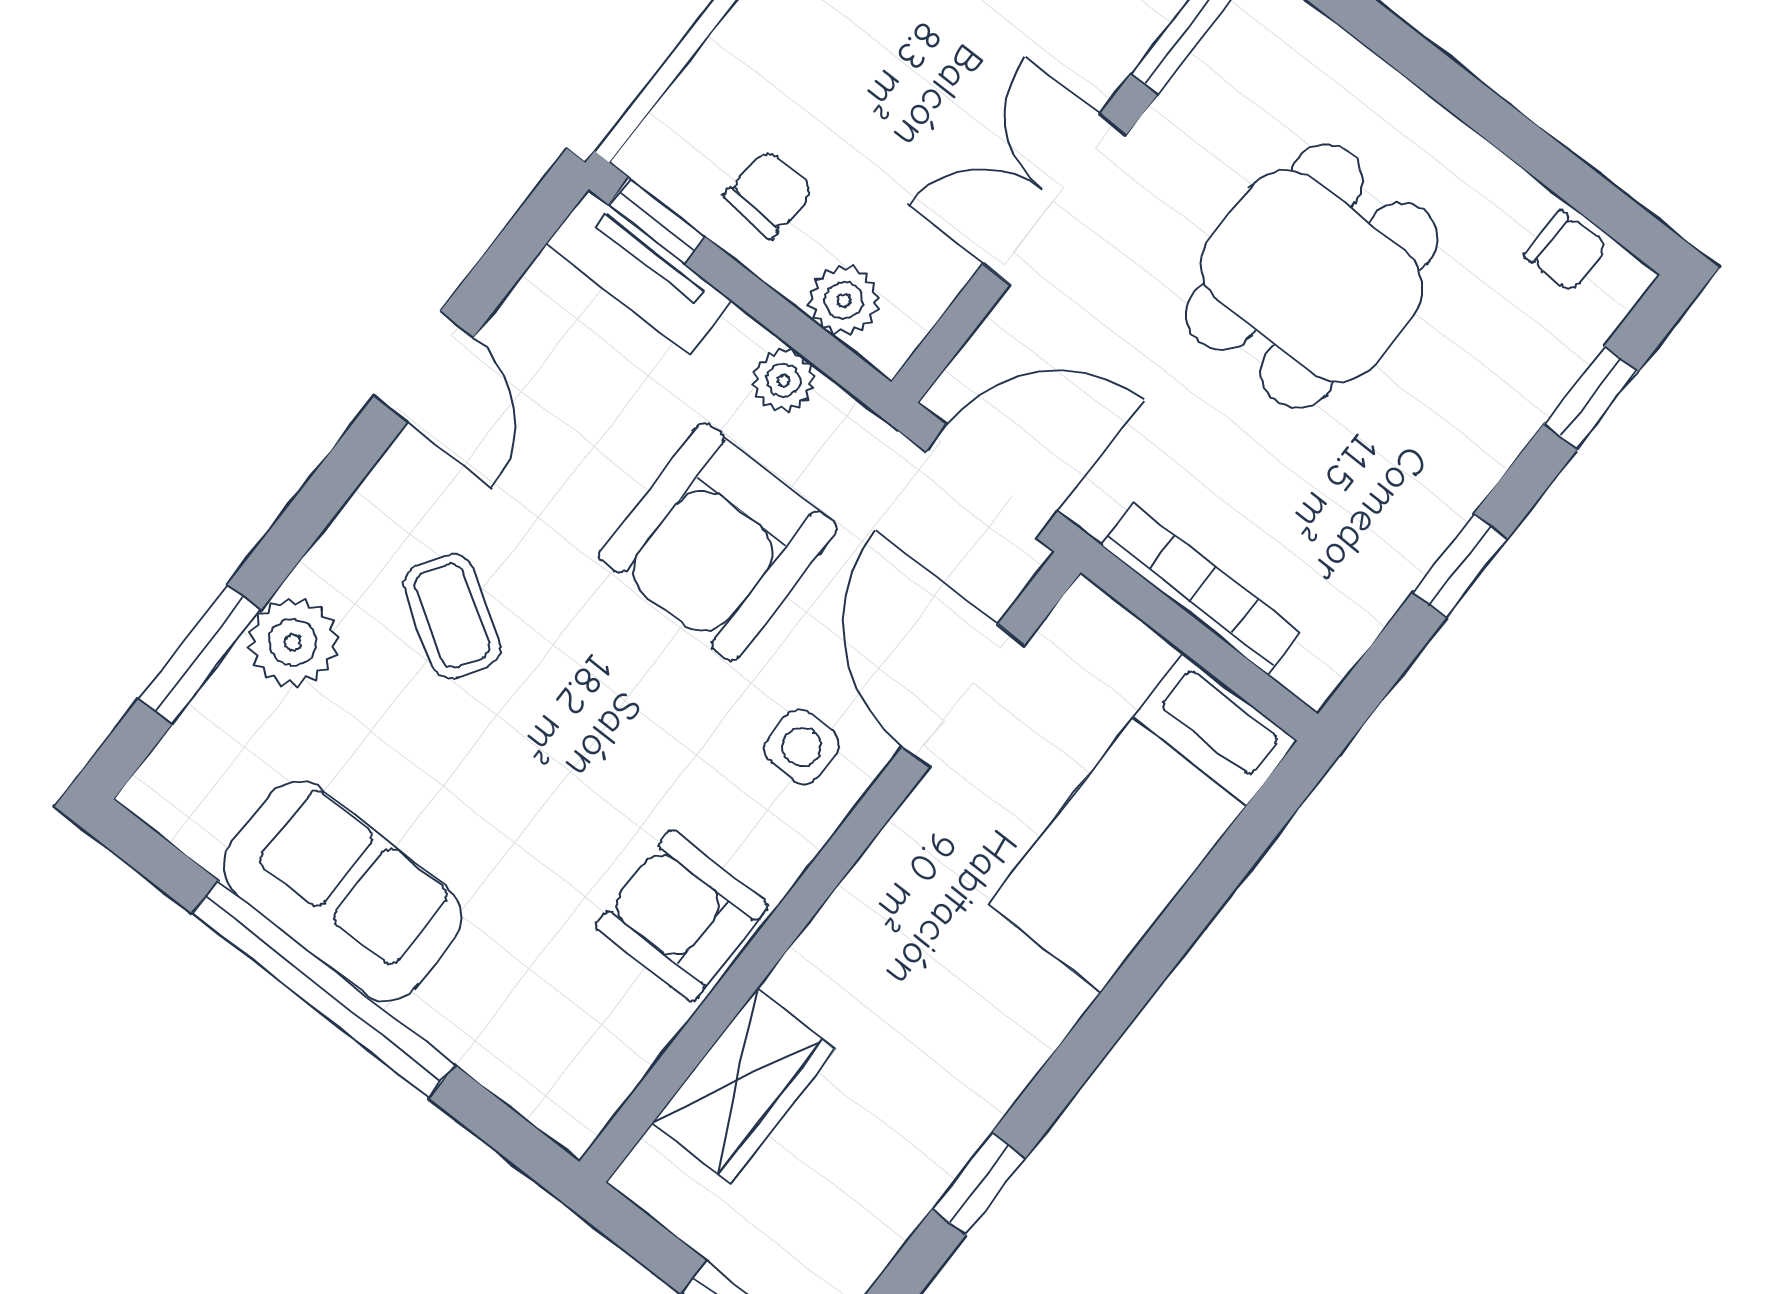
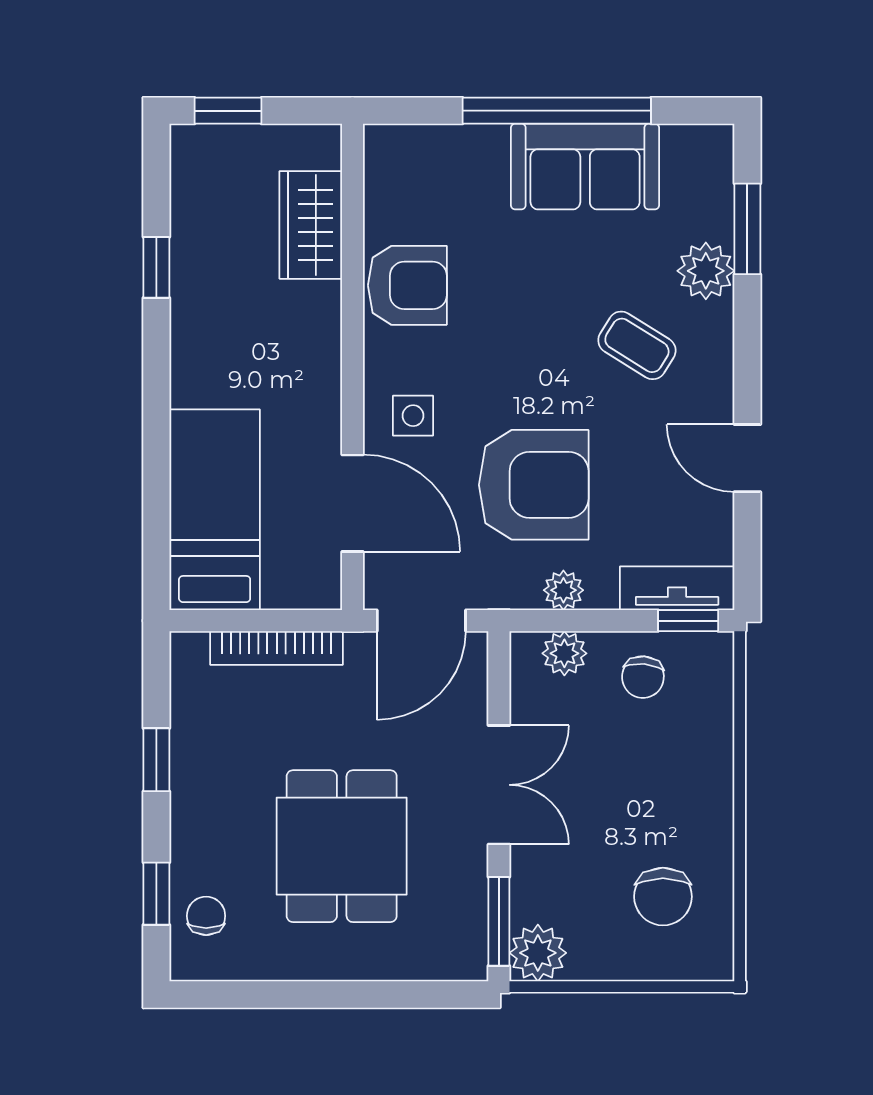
chair: (1566, 251) -> (206, 916), moved, turned 90
armchair: (718, 542) -> (534, 485), turned 90

